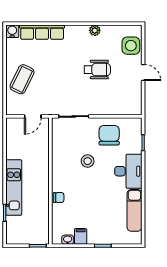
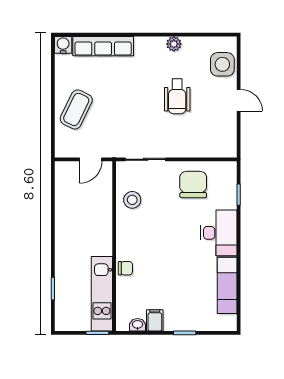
wheelchair: (97, 70) -> (177, 96), turned 90
stool: (88, 161) -> (132, 200), moved
kitchen unit: (14, 188) -> (102, 294), moved, turned 180

